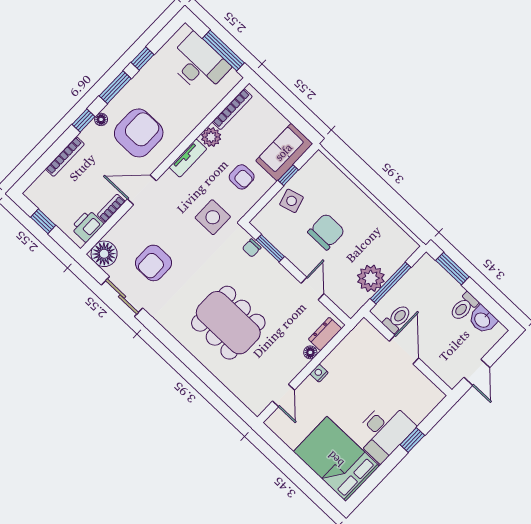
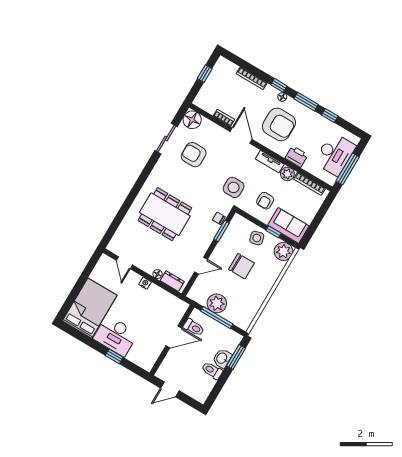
plant: (319, 168) -> (283, 251), added
printer: (87, 226) -> (297, 157), moved
washbasin: (483, 320) -> (222, 358), moved
dining table: (228, 323) -> (165, 214), turned 90
door: (284, 395) -> (124, 263), hinge flipped

